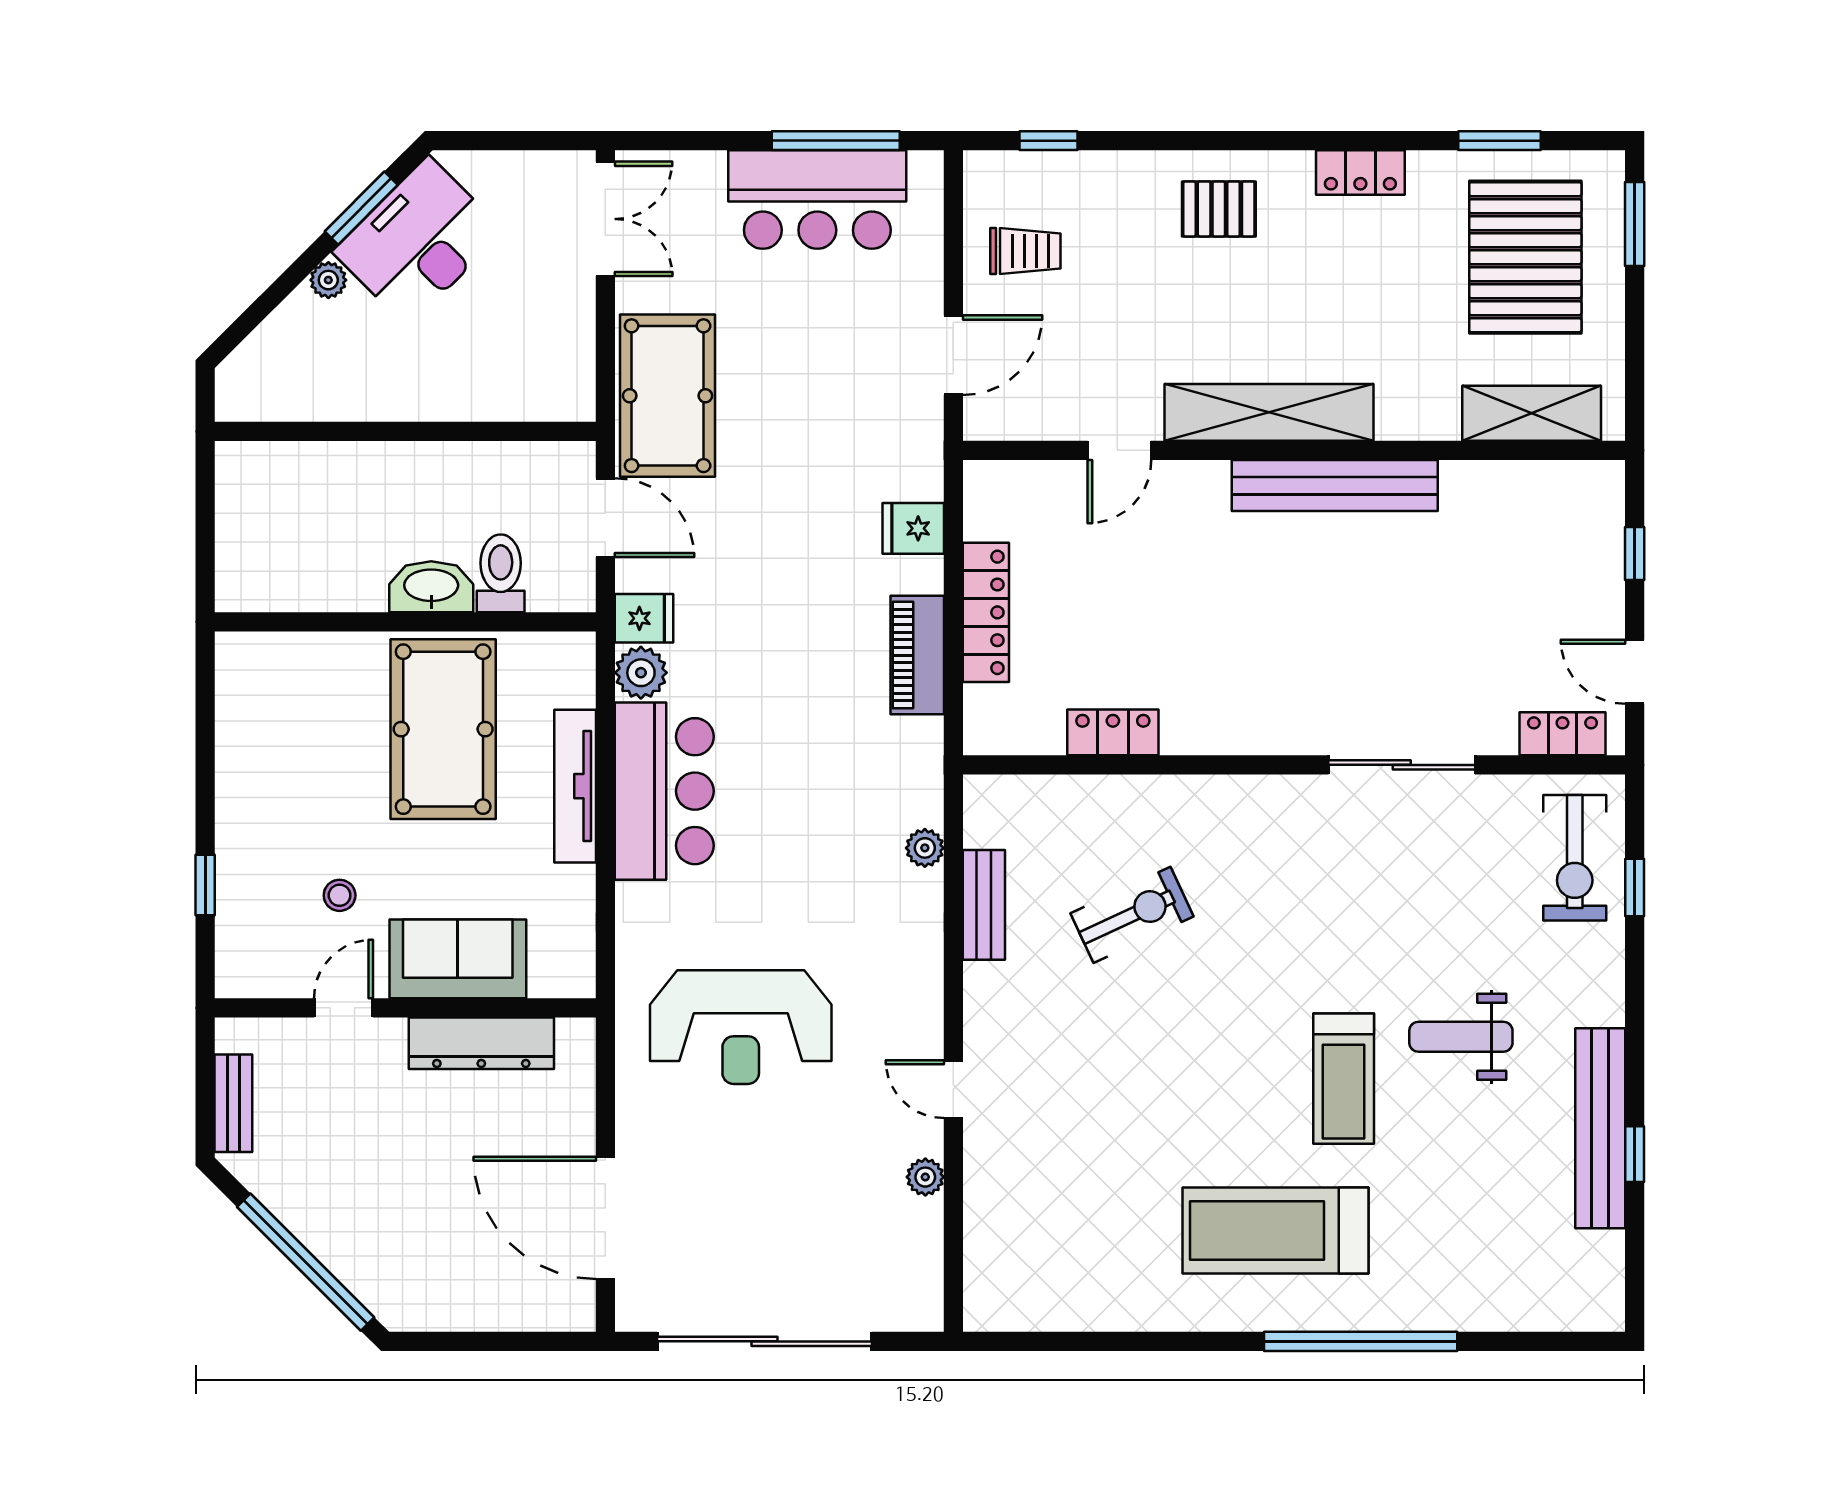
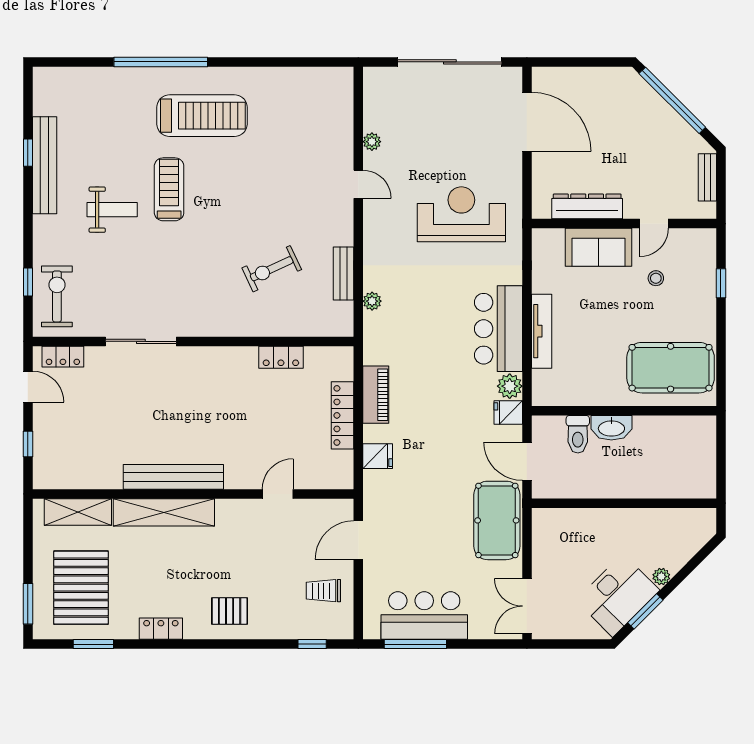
shelving: (1269, 412) -> (164, 512), moved
pool table: (443, 729) -> (671, 368), moved, turned 90

